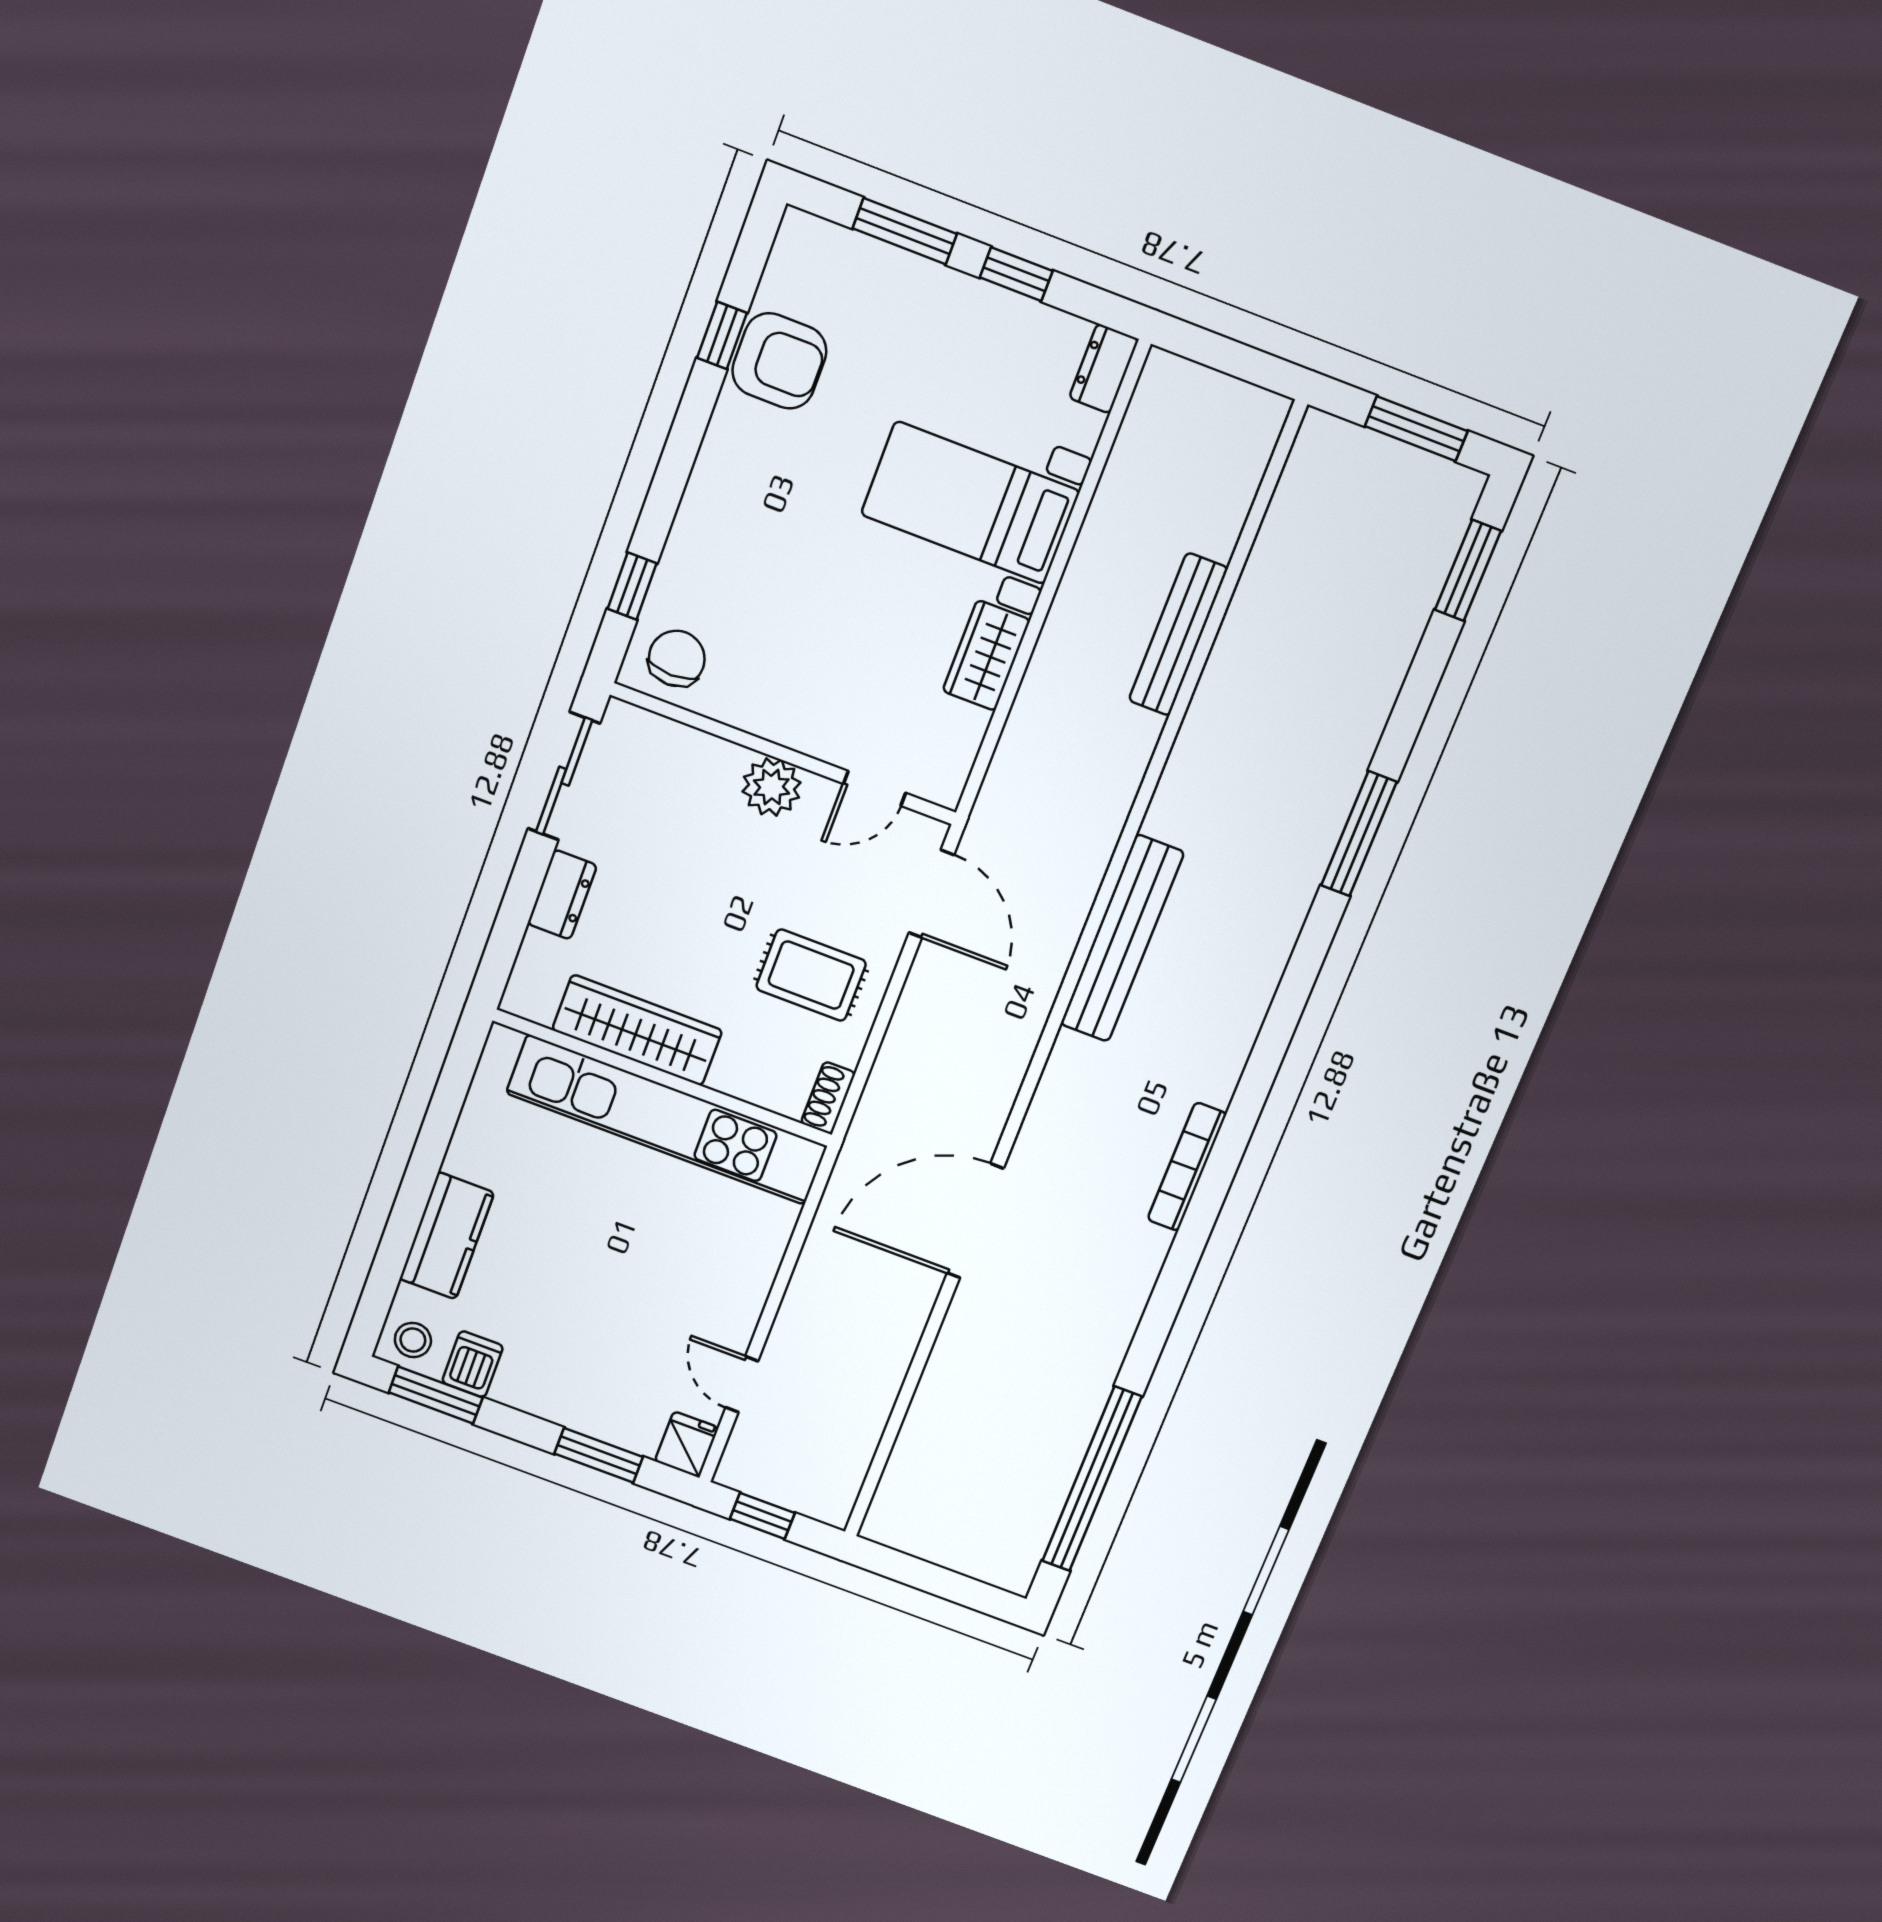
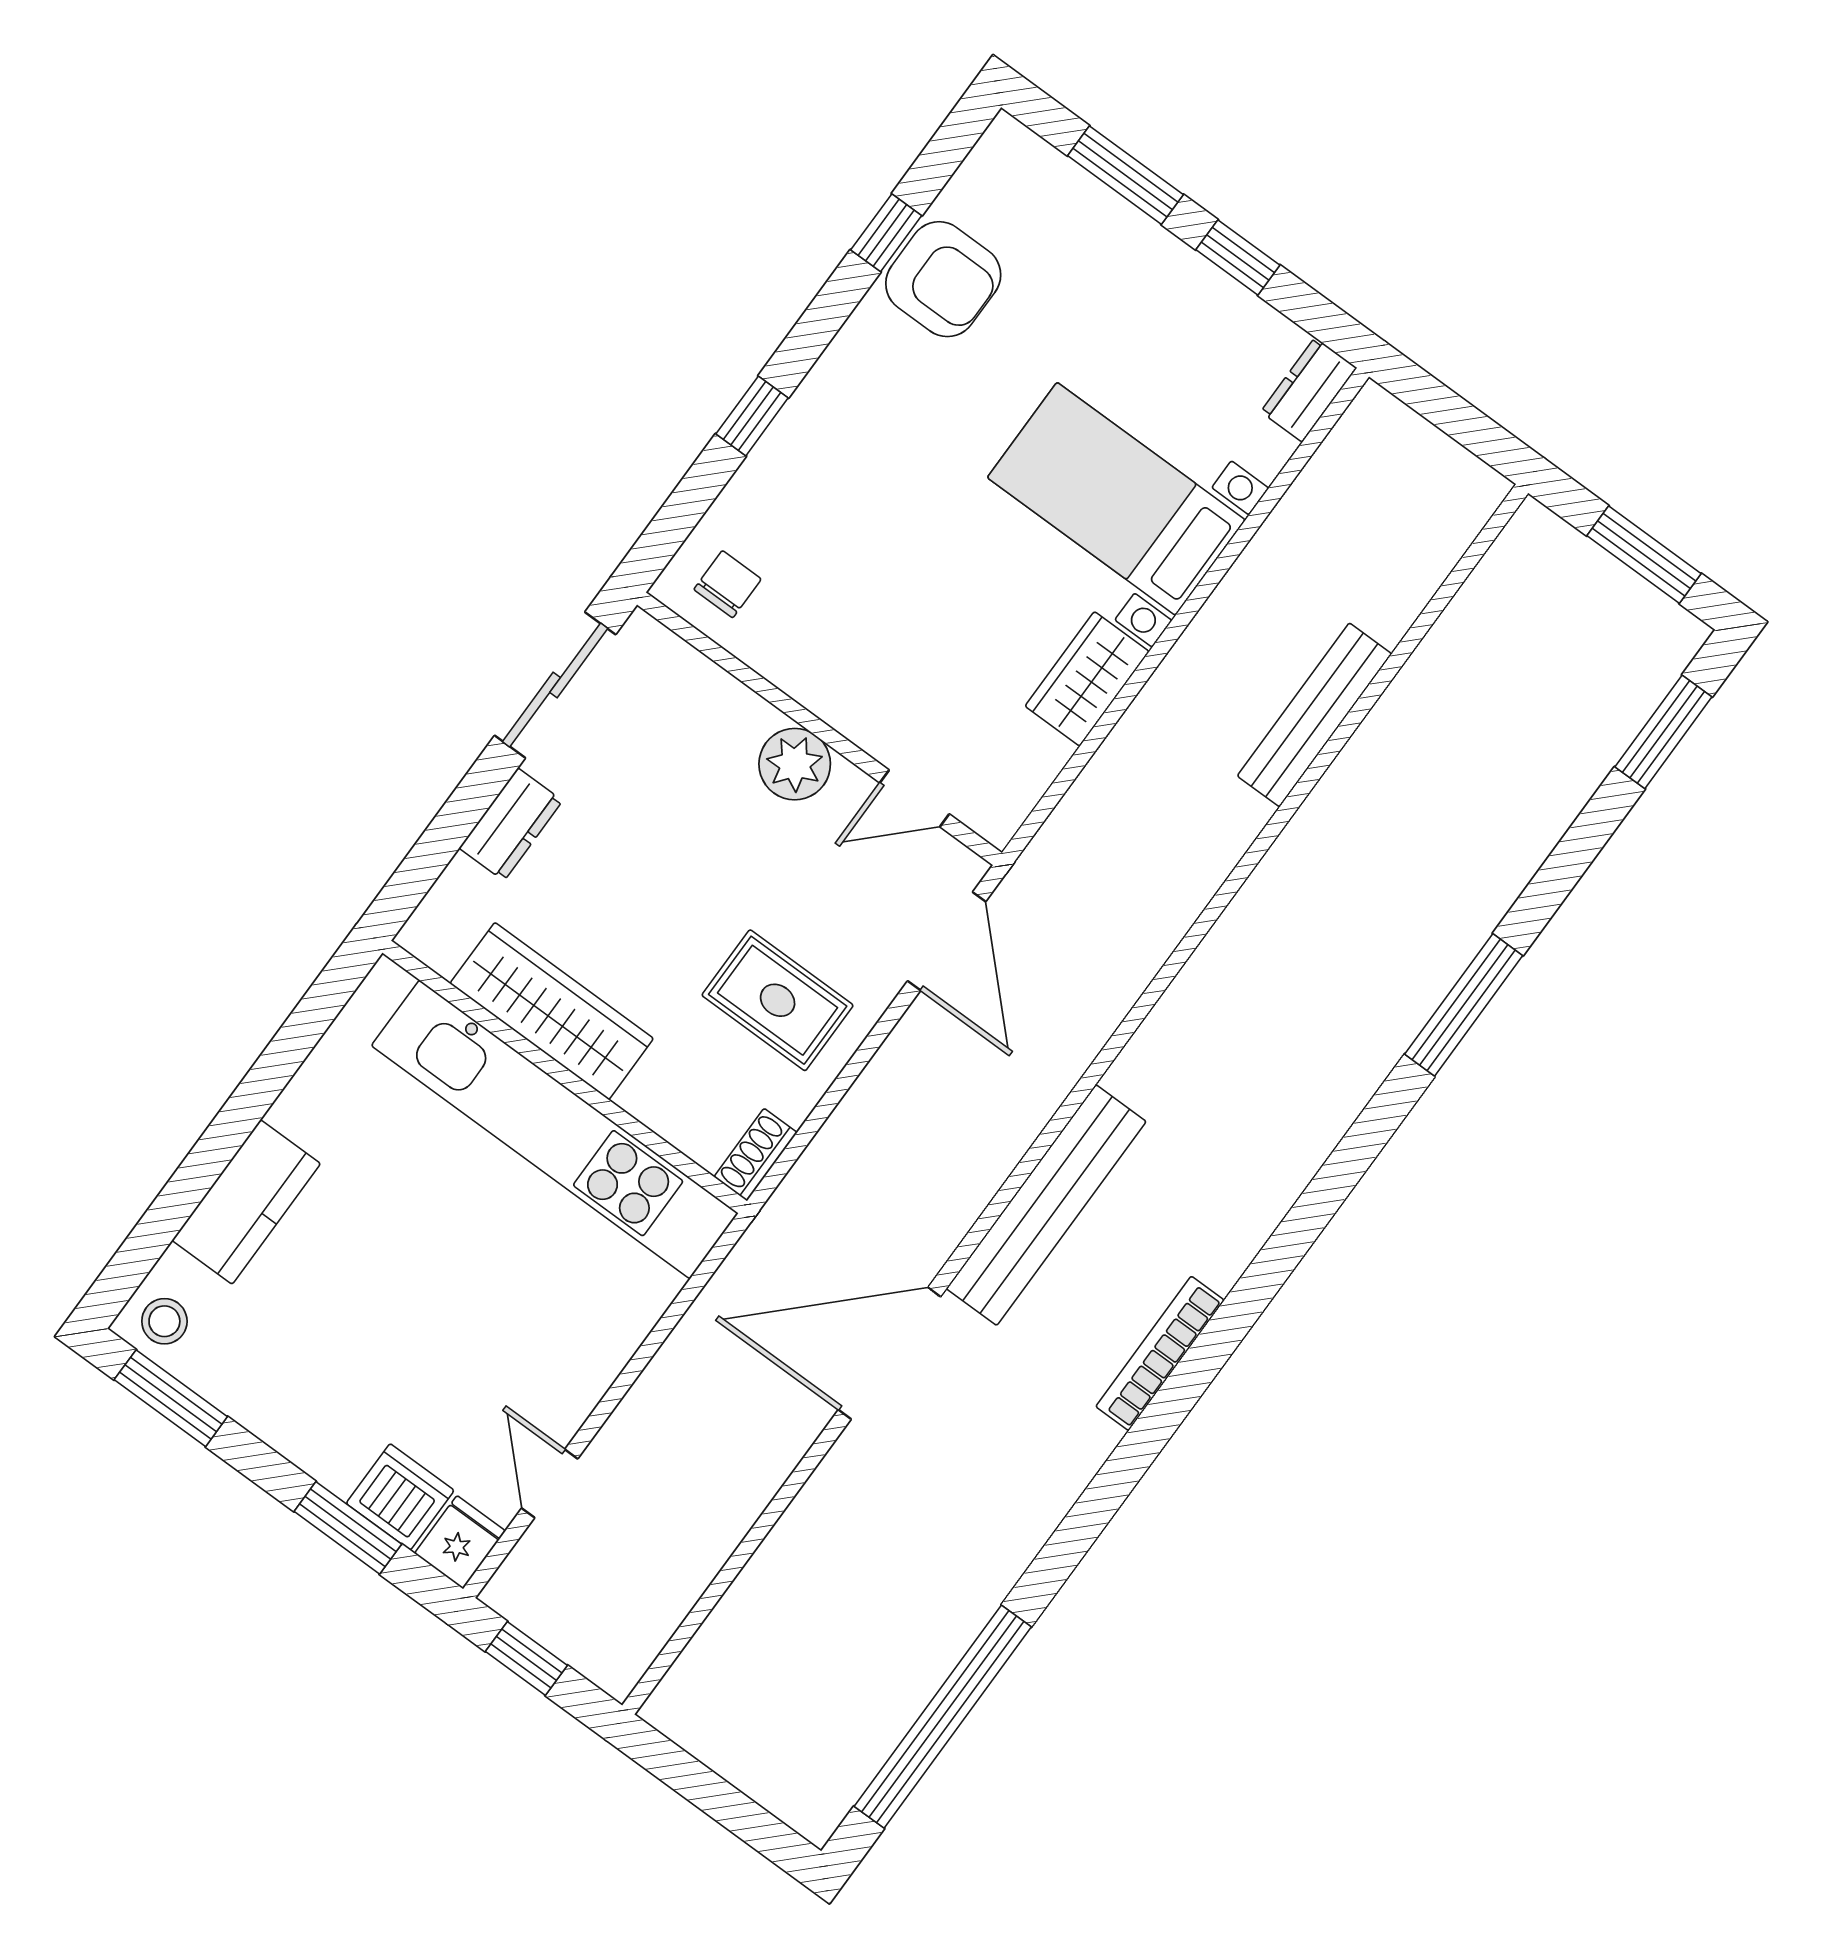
window: (632, 586) -> (752, 416), moved
chair: (677, 658) -> (728, 584), width x0.73, depth x0.73
bench: (1122, 938) -> (1046, 1205), moved
dishwasher: (473, 1364) -> (400, 1497), moved, width x1.38

